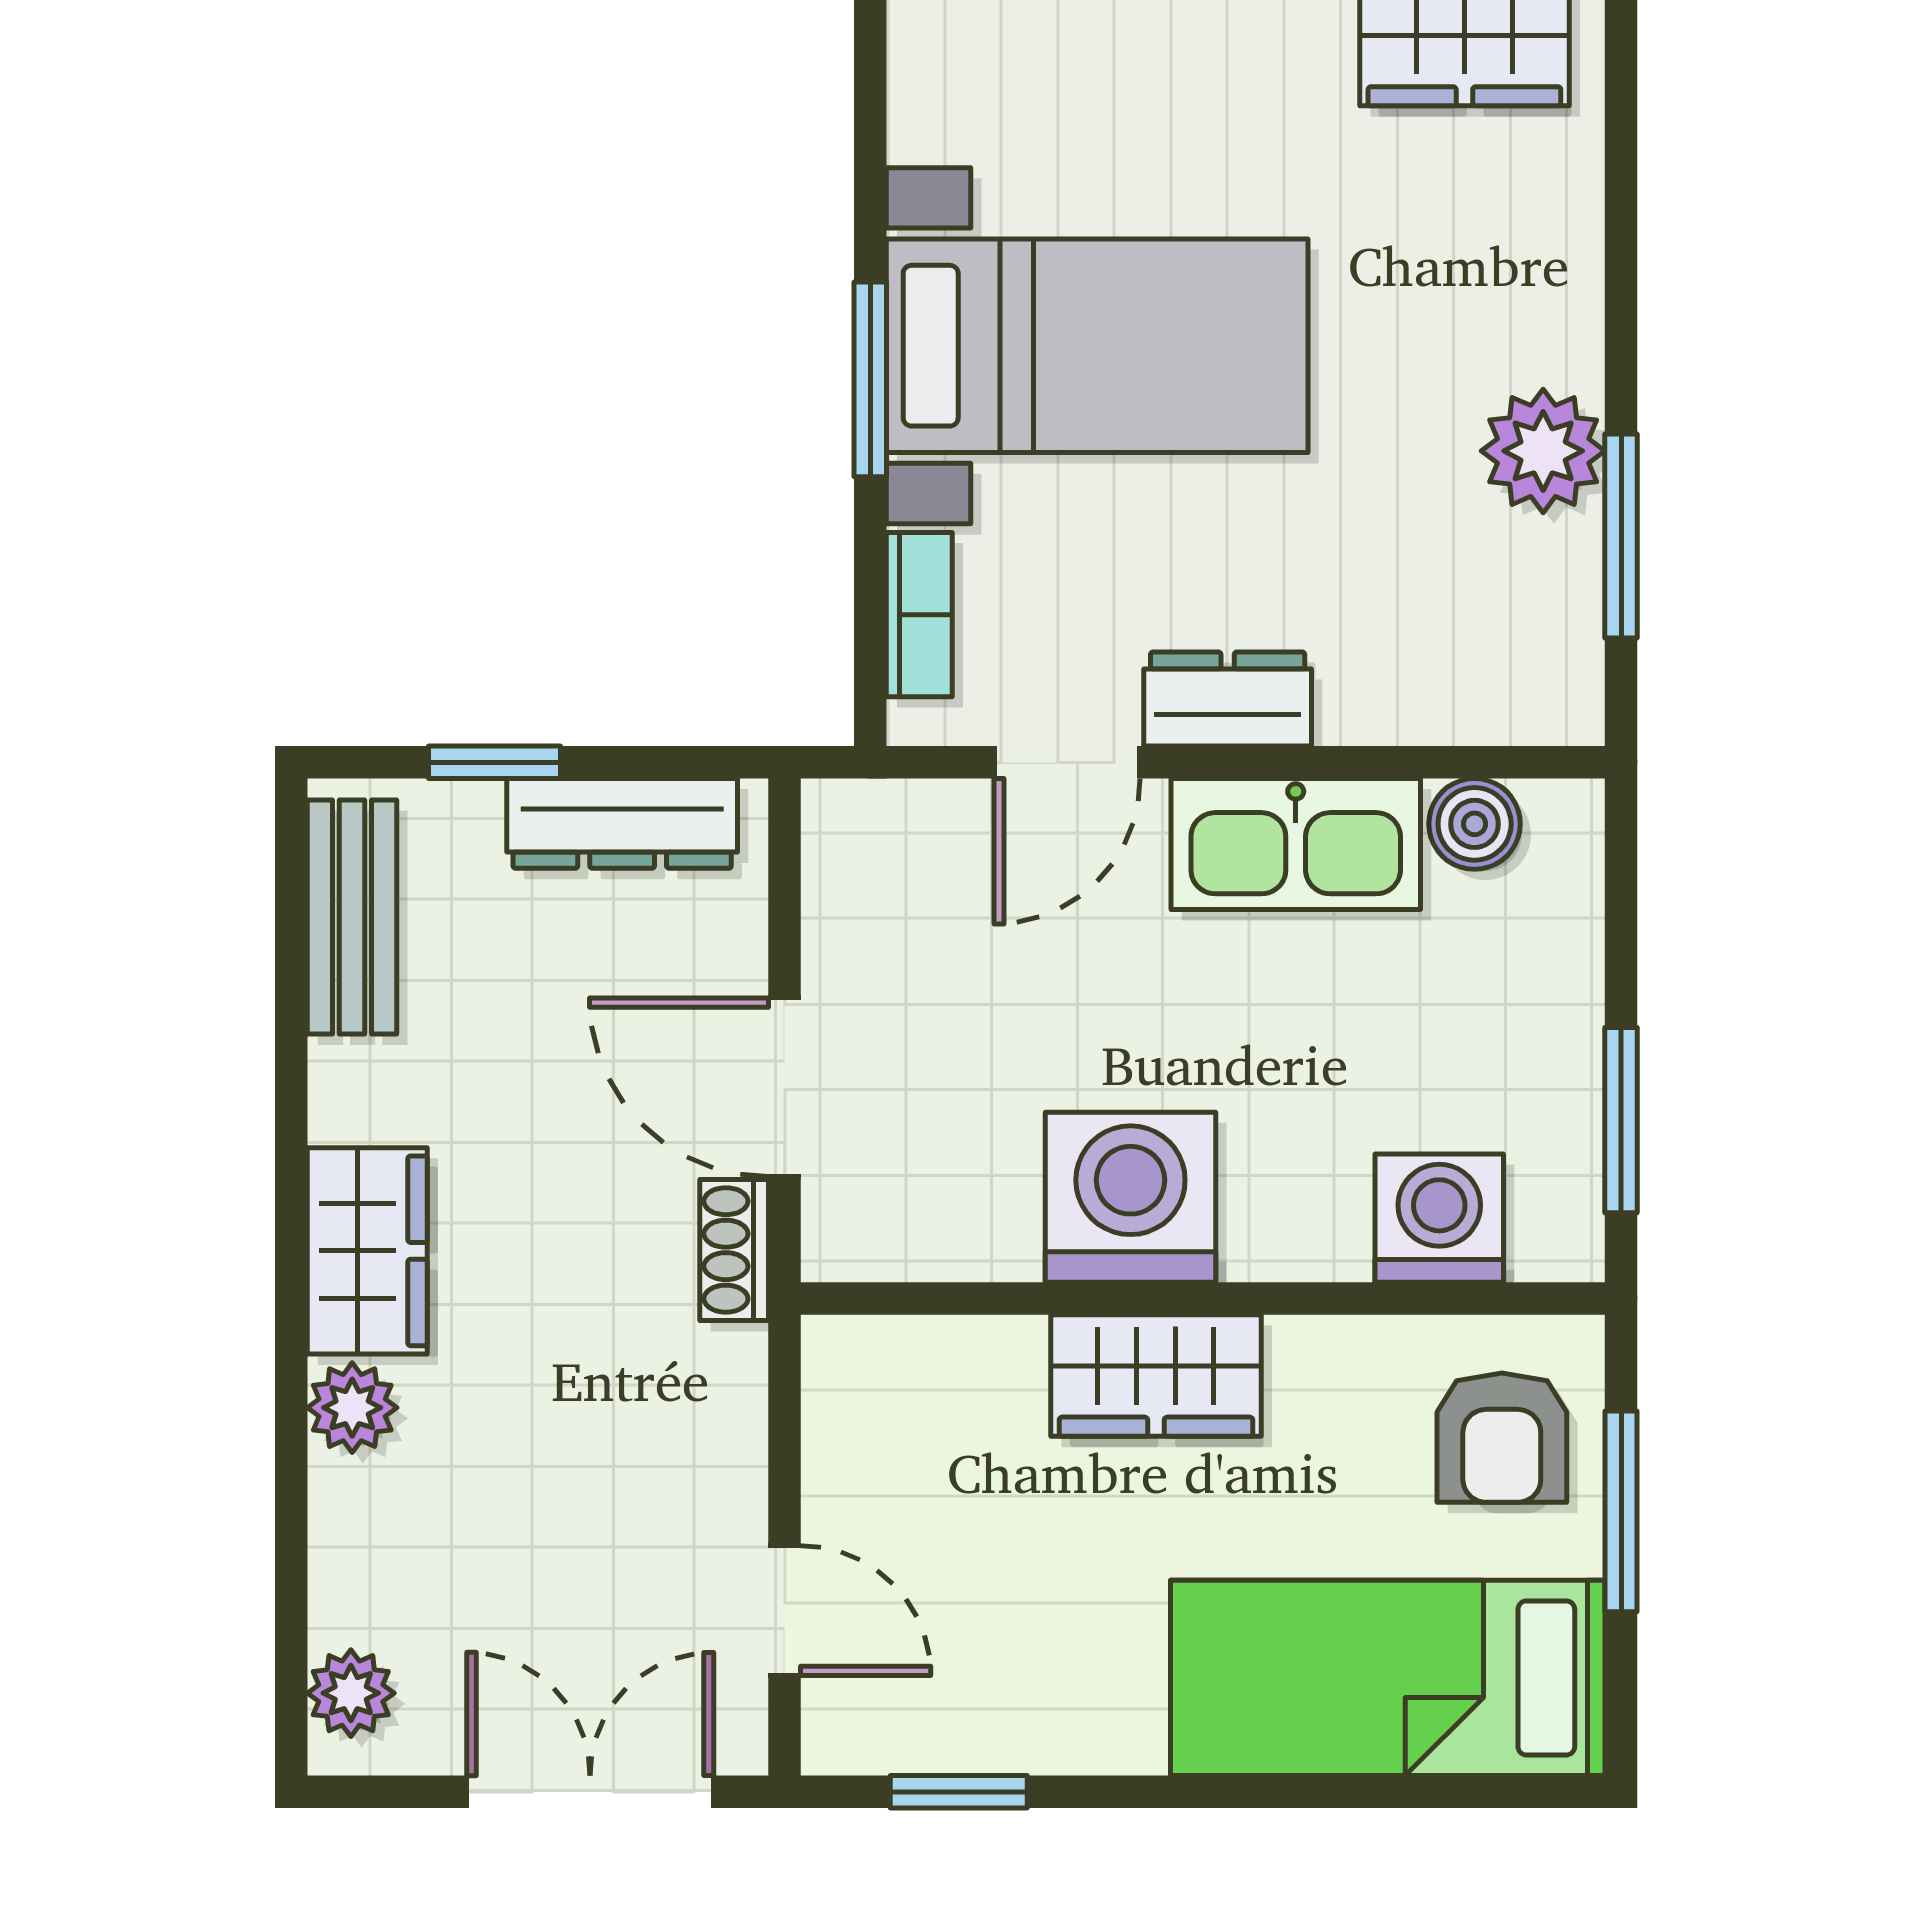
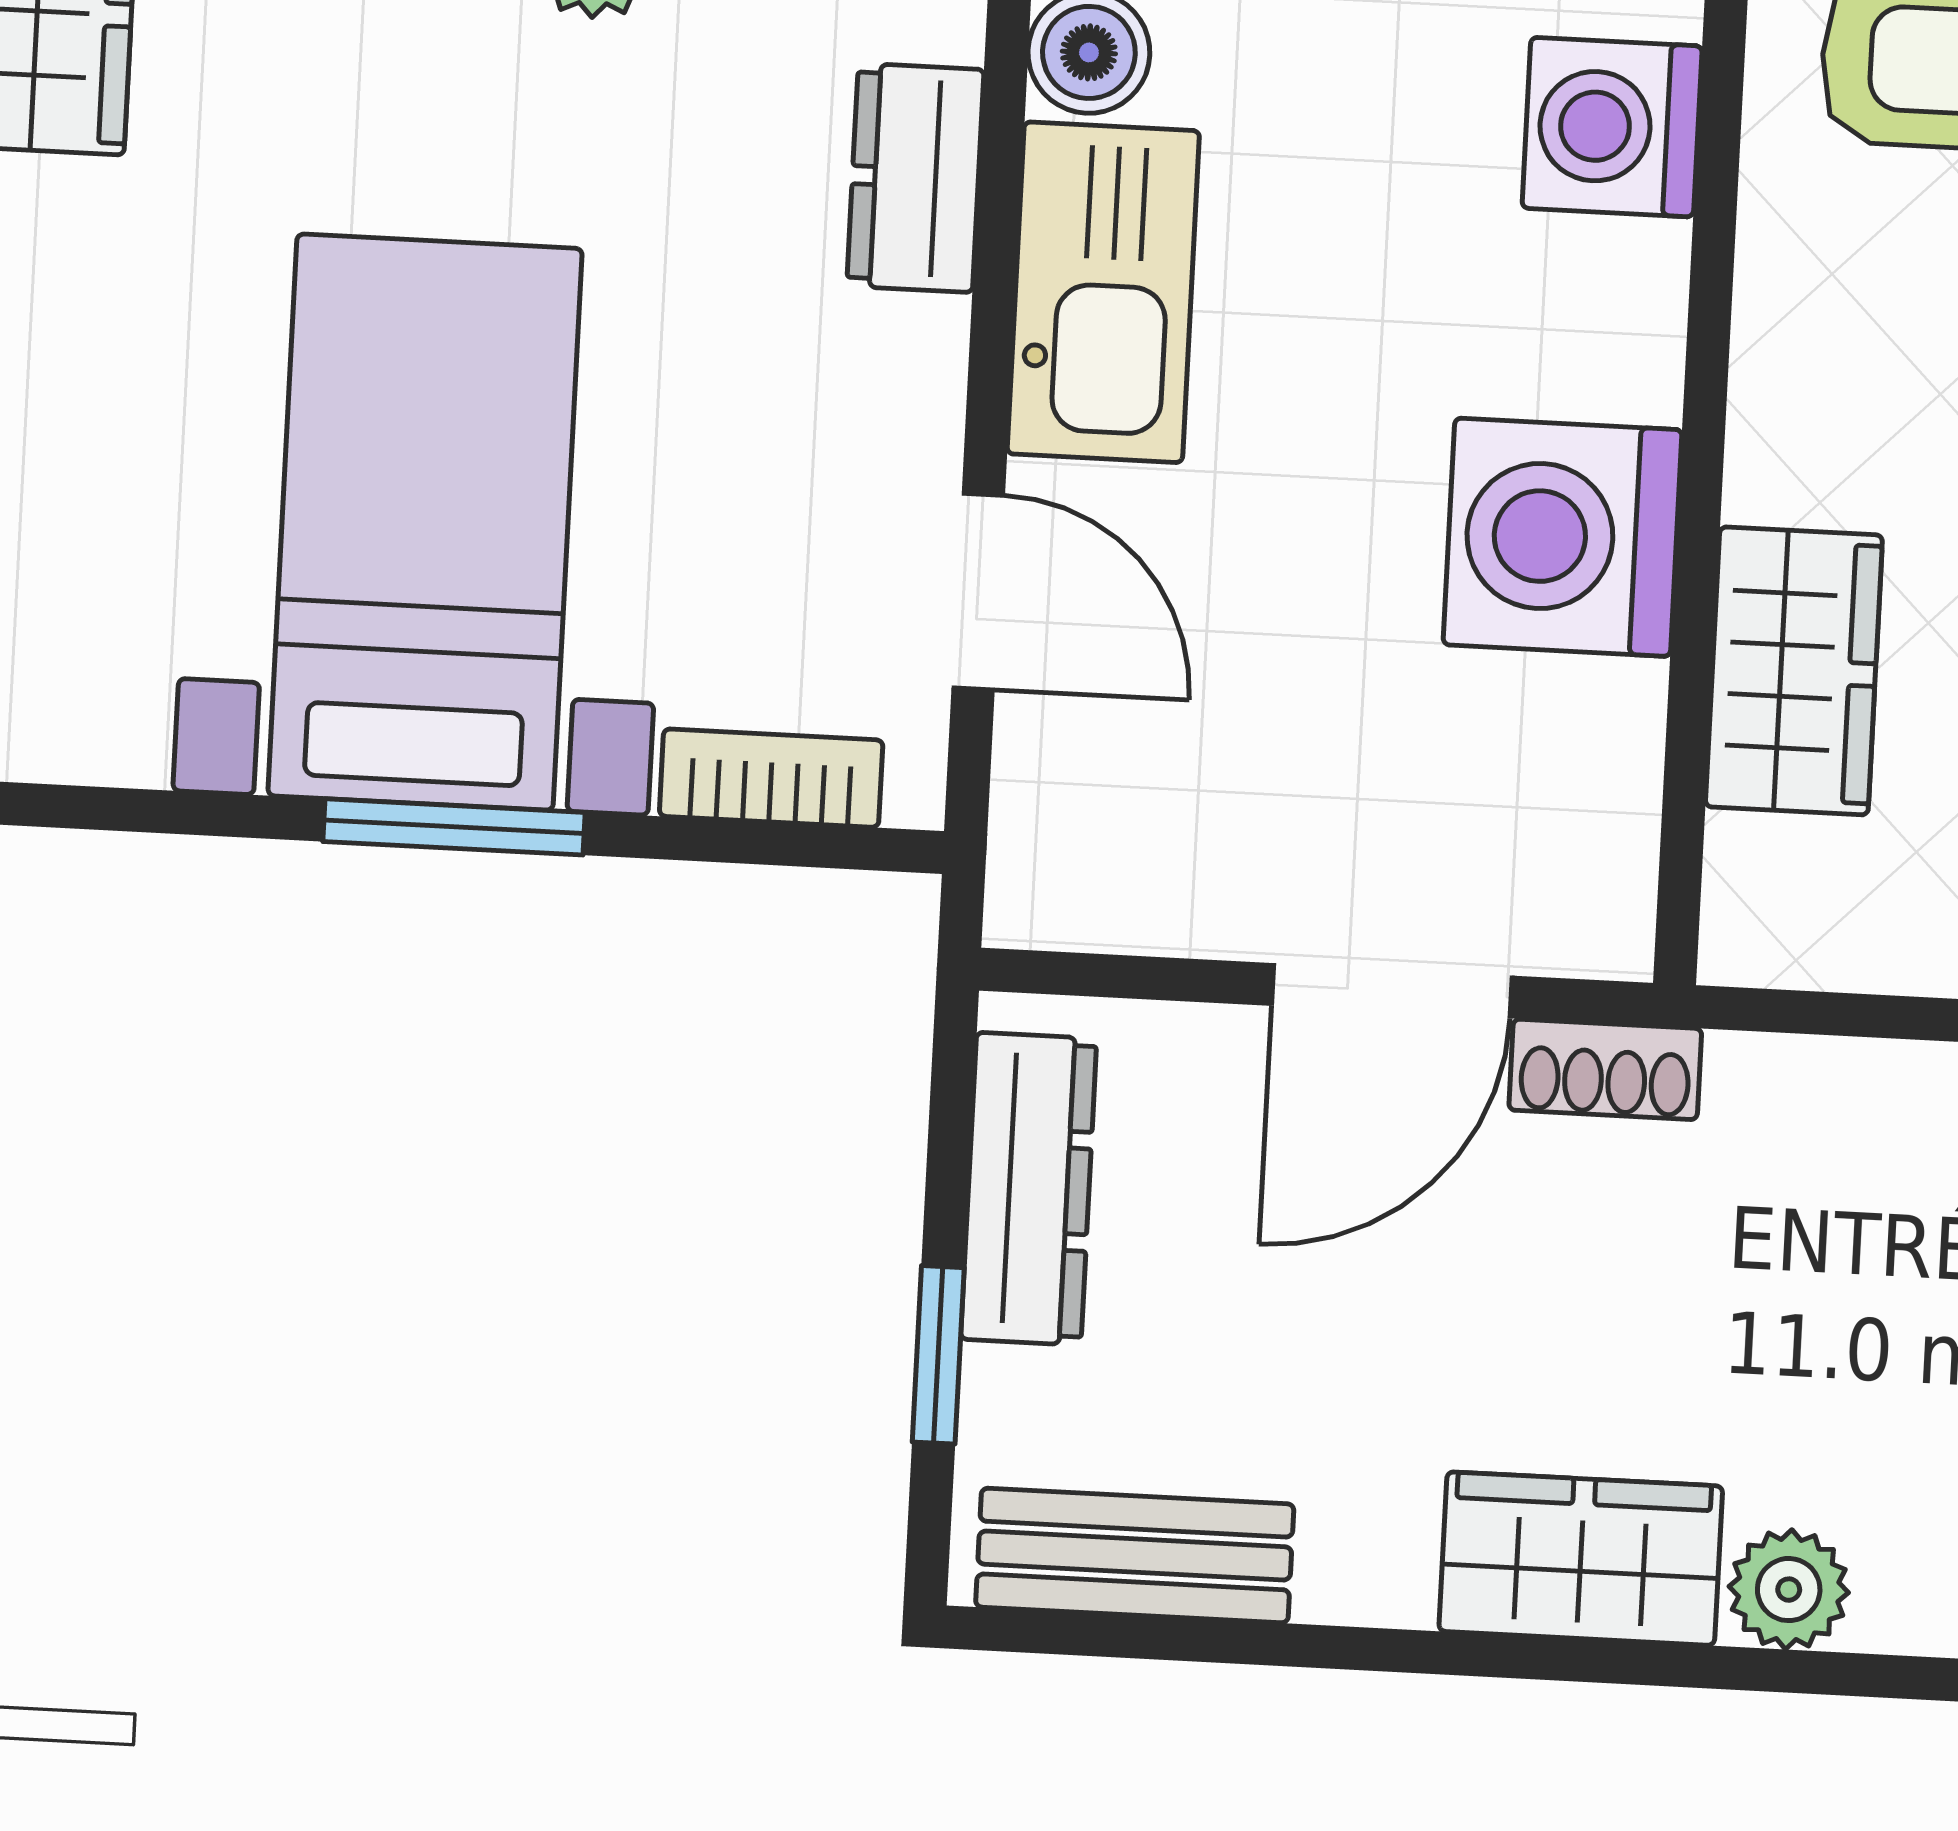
dresser: (1228, 699) -> (915, 178), moved
wardrobe: (1156, 1376) -> (1794, 671), moved

